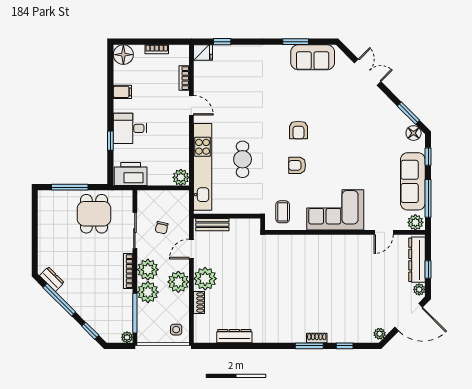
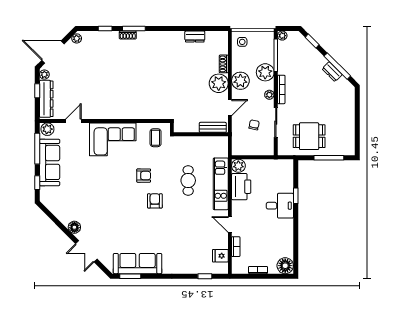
window: (296, 42) -> (130, 276), moved
fridge: (203, 53) -> (220, 256), moved
sofa: (313, 57) -> (138, 264), width x1.36
filing cabinet: (122, 92) -> (286, 235), removed
window: (408, 113) -> (53, 218), removed
armchair: (298, 130) -> (155, 201), moved
floor lamp: (414, 133) -> (74, 227), moved
kitchen unit: (203, 167) -> (221, 184), width x0.73
printer: (131, 174) -> (241, 187), moved, turned -90
dining table: (94, 214) -> (309, 136), turned 90
plant: (148, 270) -> (269, 95), width x0.53, depth x0.53
dresser: (52, 279) -> (332, 72), moved
dresser: (234, 336) -> (195, 37), width x0.70

